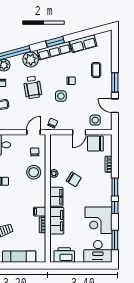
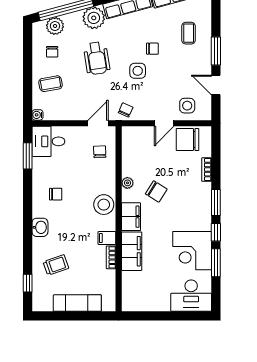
stool: (34, 172) -> (104, 205), moved
window: (115, 240) -> (216, 263), moved
printer: (64, 255) -> (142, 301), removed

